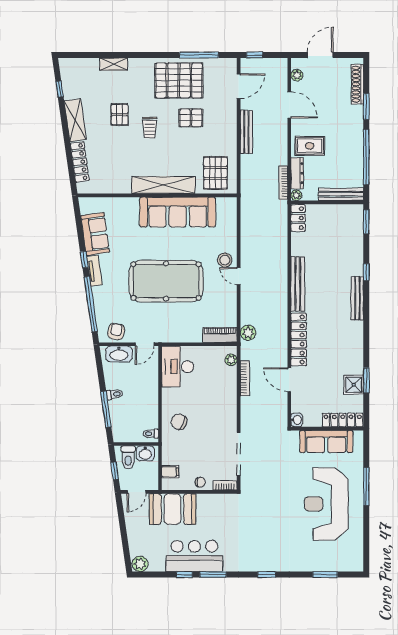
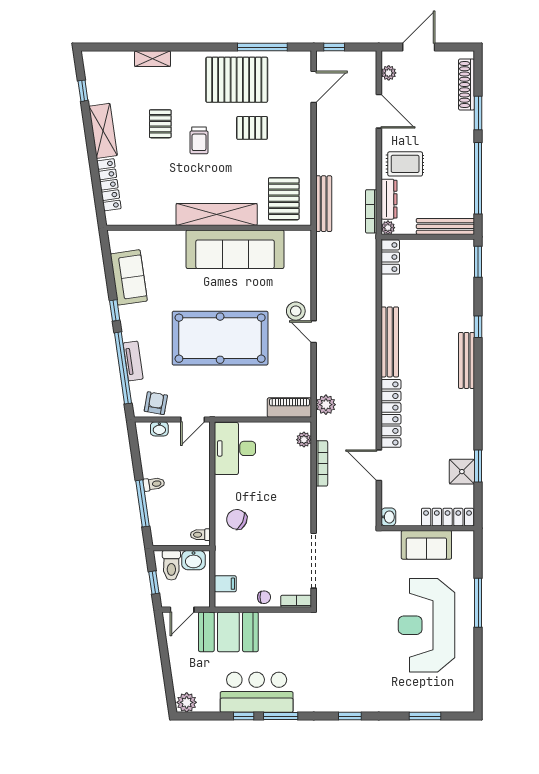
bench: (246, 132) -> (324, 204), moved
tv unit: (94, 271) -> (133, 361), moved
washbasin: (119, 354) -> (159, 429), width x0.52, depth x0.69
sofa: (326, 442) -> (426, 545), width x0.73

